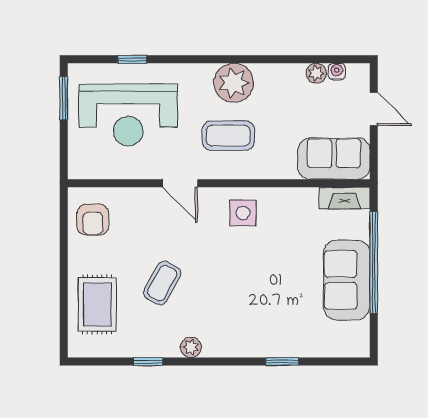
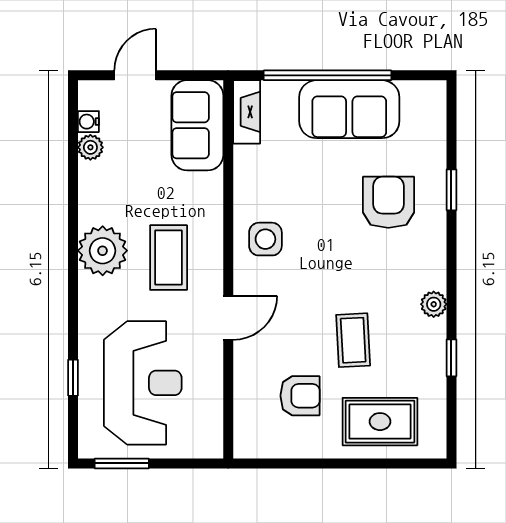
armchair: (93, 219) -> (300, 396), moved
coffee table: (162, 283) -> (353, 340), turned 58
armchair: (272, 311) -> (388, 202), added

